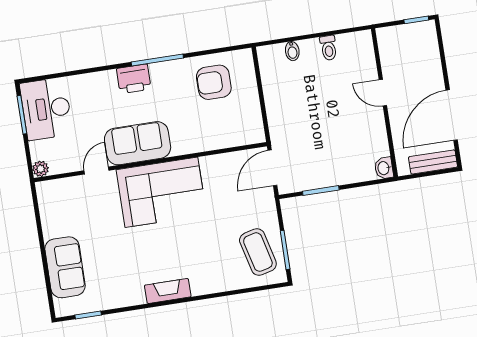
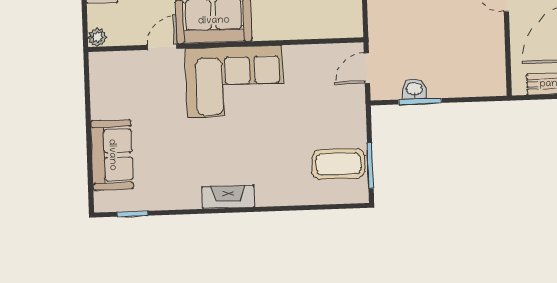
door: (272, 168) -> (367, 68), width x0.73
washbasin: (384, 168) -> (414, 89), moved, turned 90
coffee table: (258, 252) -> (338, 164), turned -76

